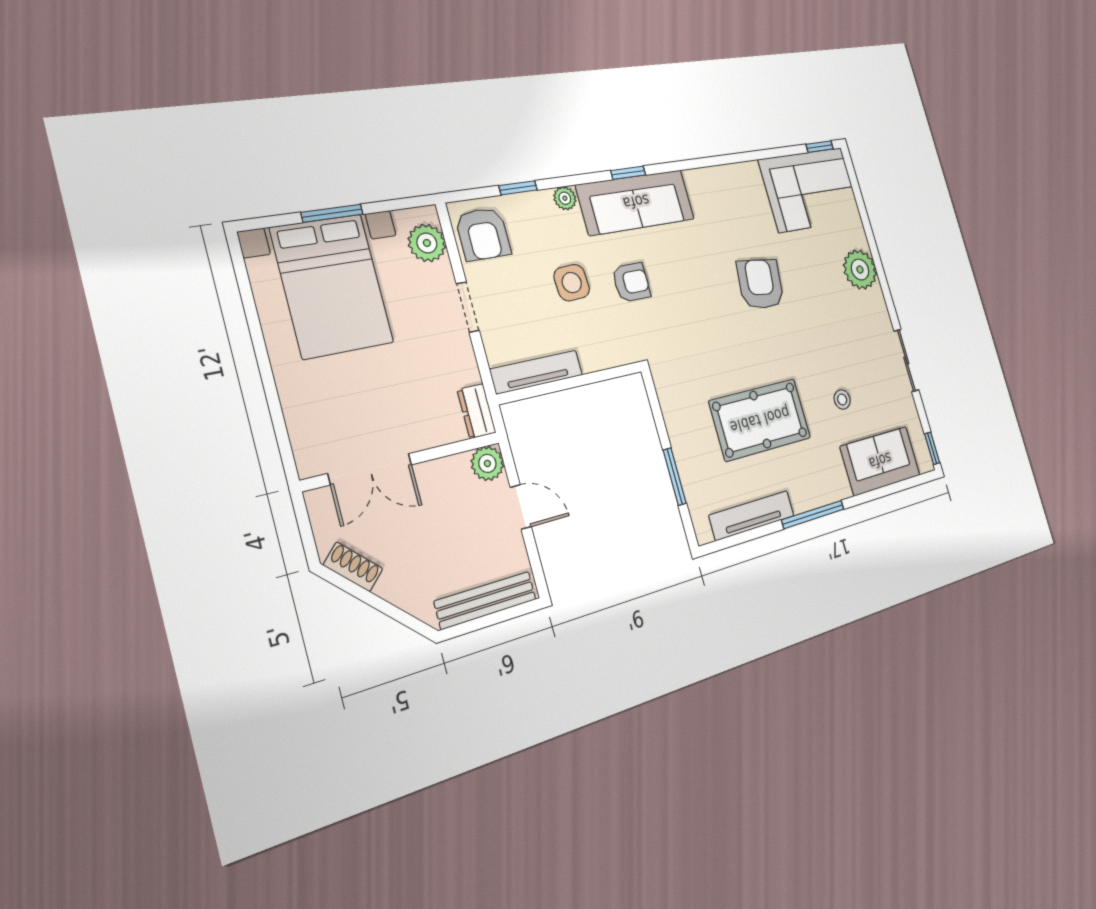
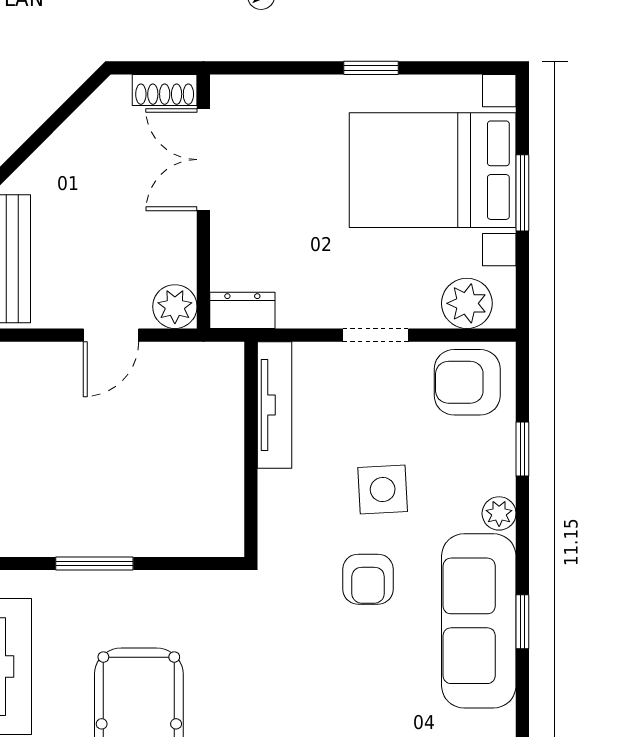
window: (260, 350) -> (371, 68), added
shoe rack: (353, 567) -> (165, 90), moved, turned 45

